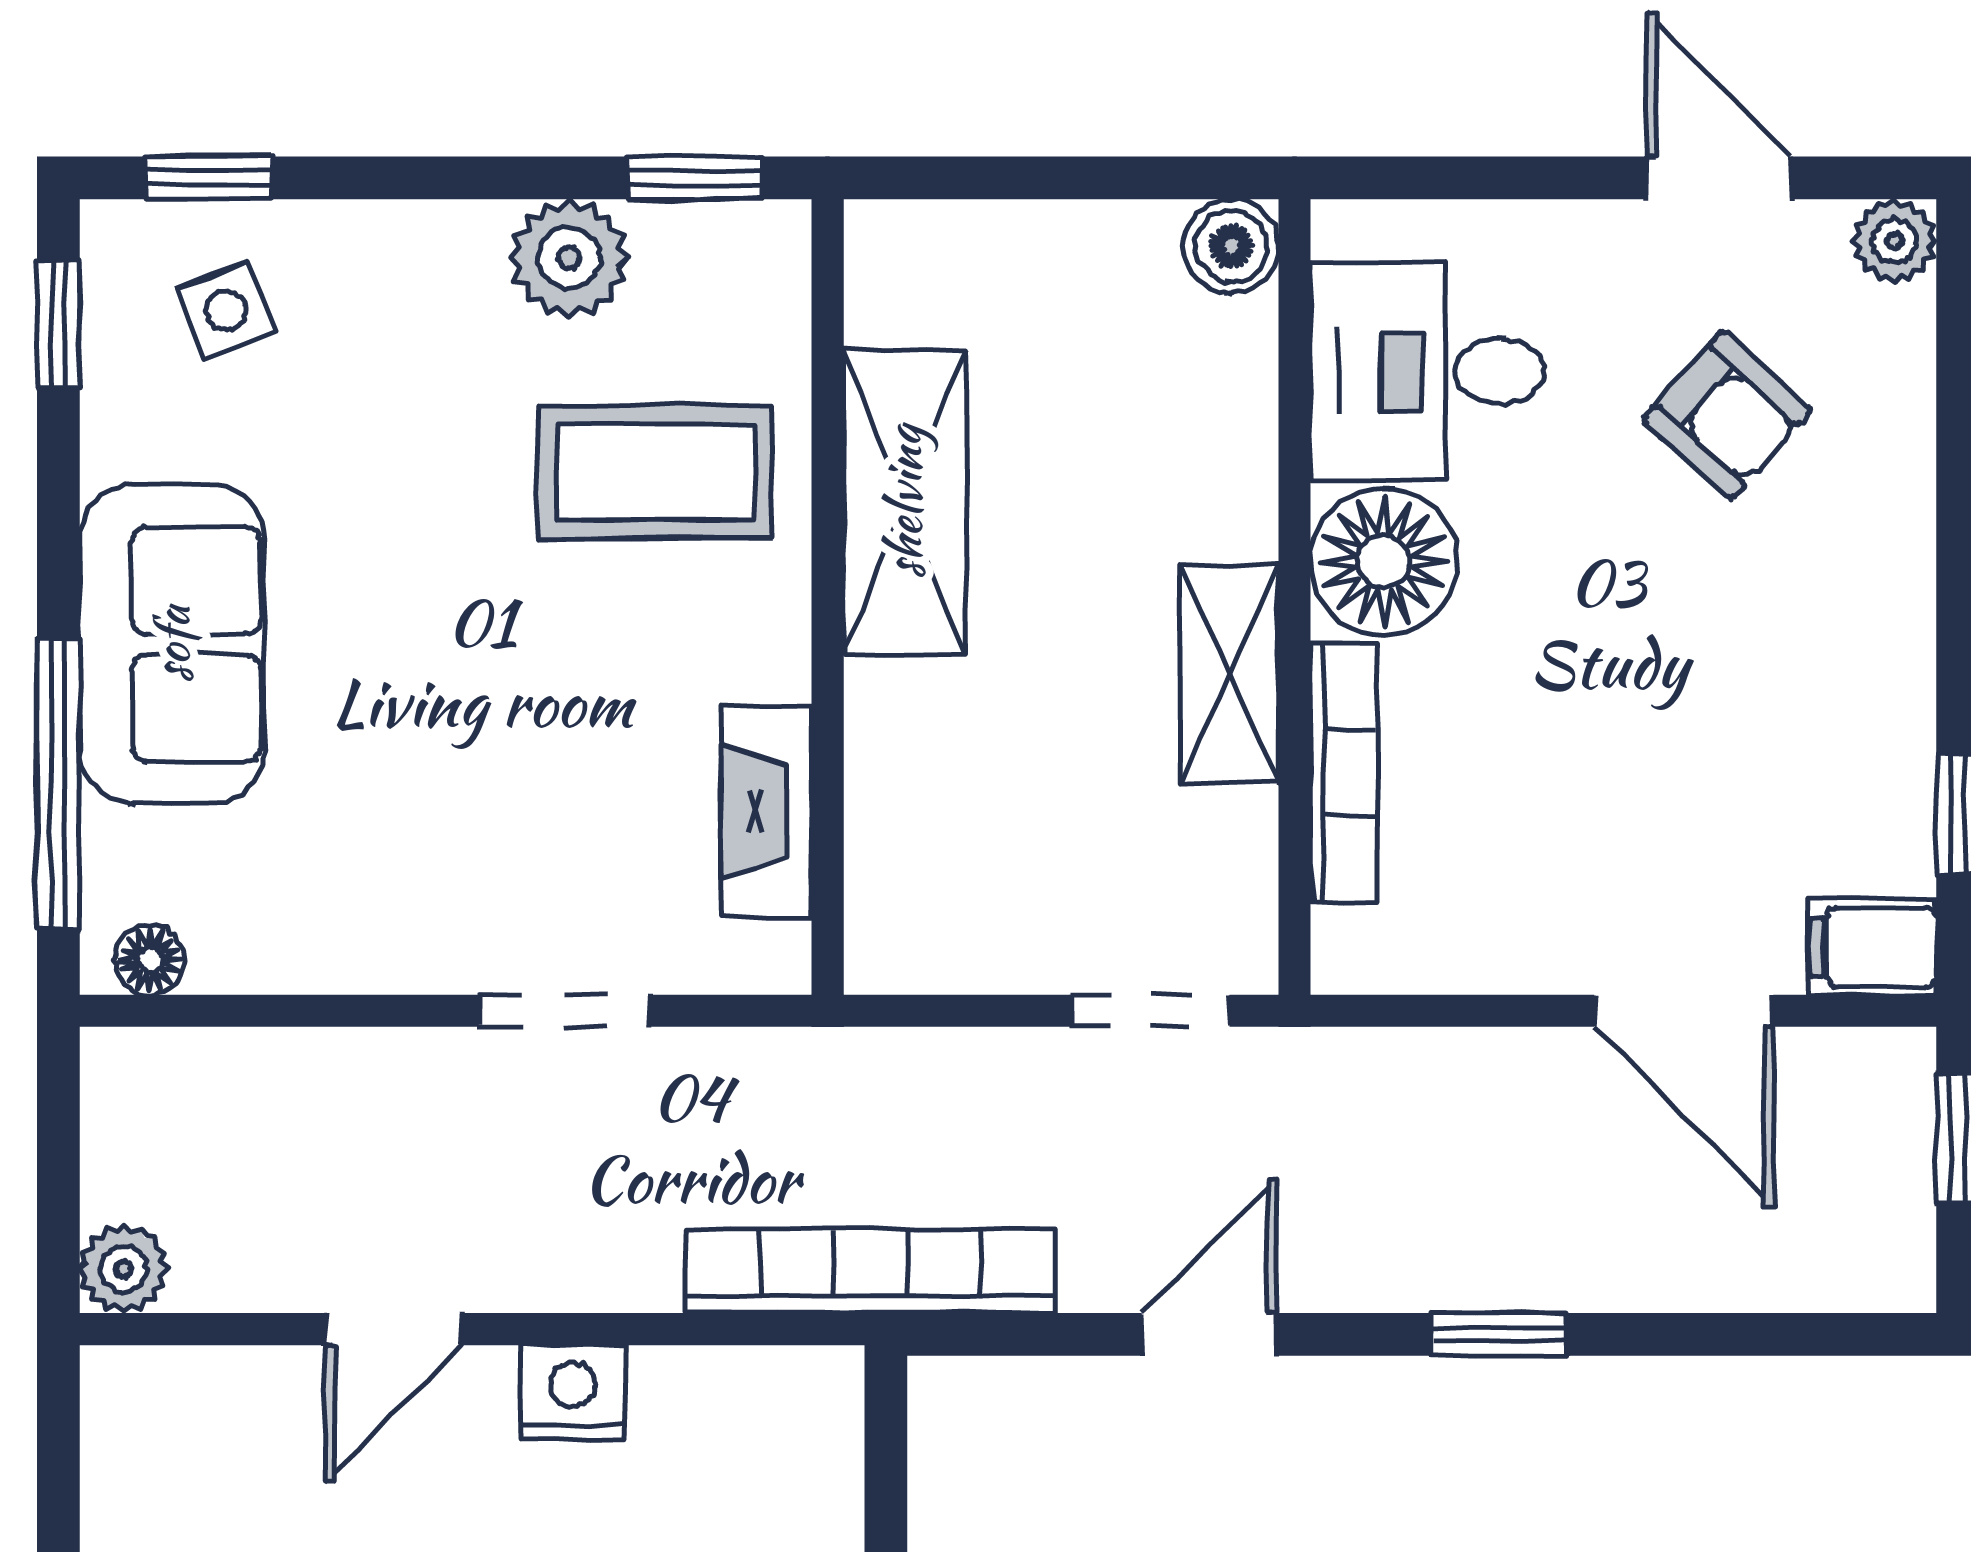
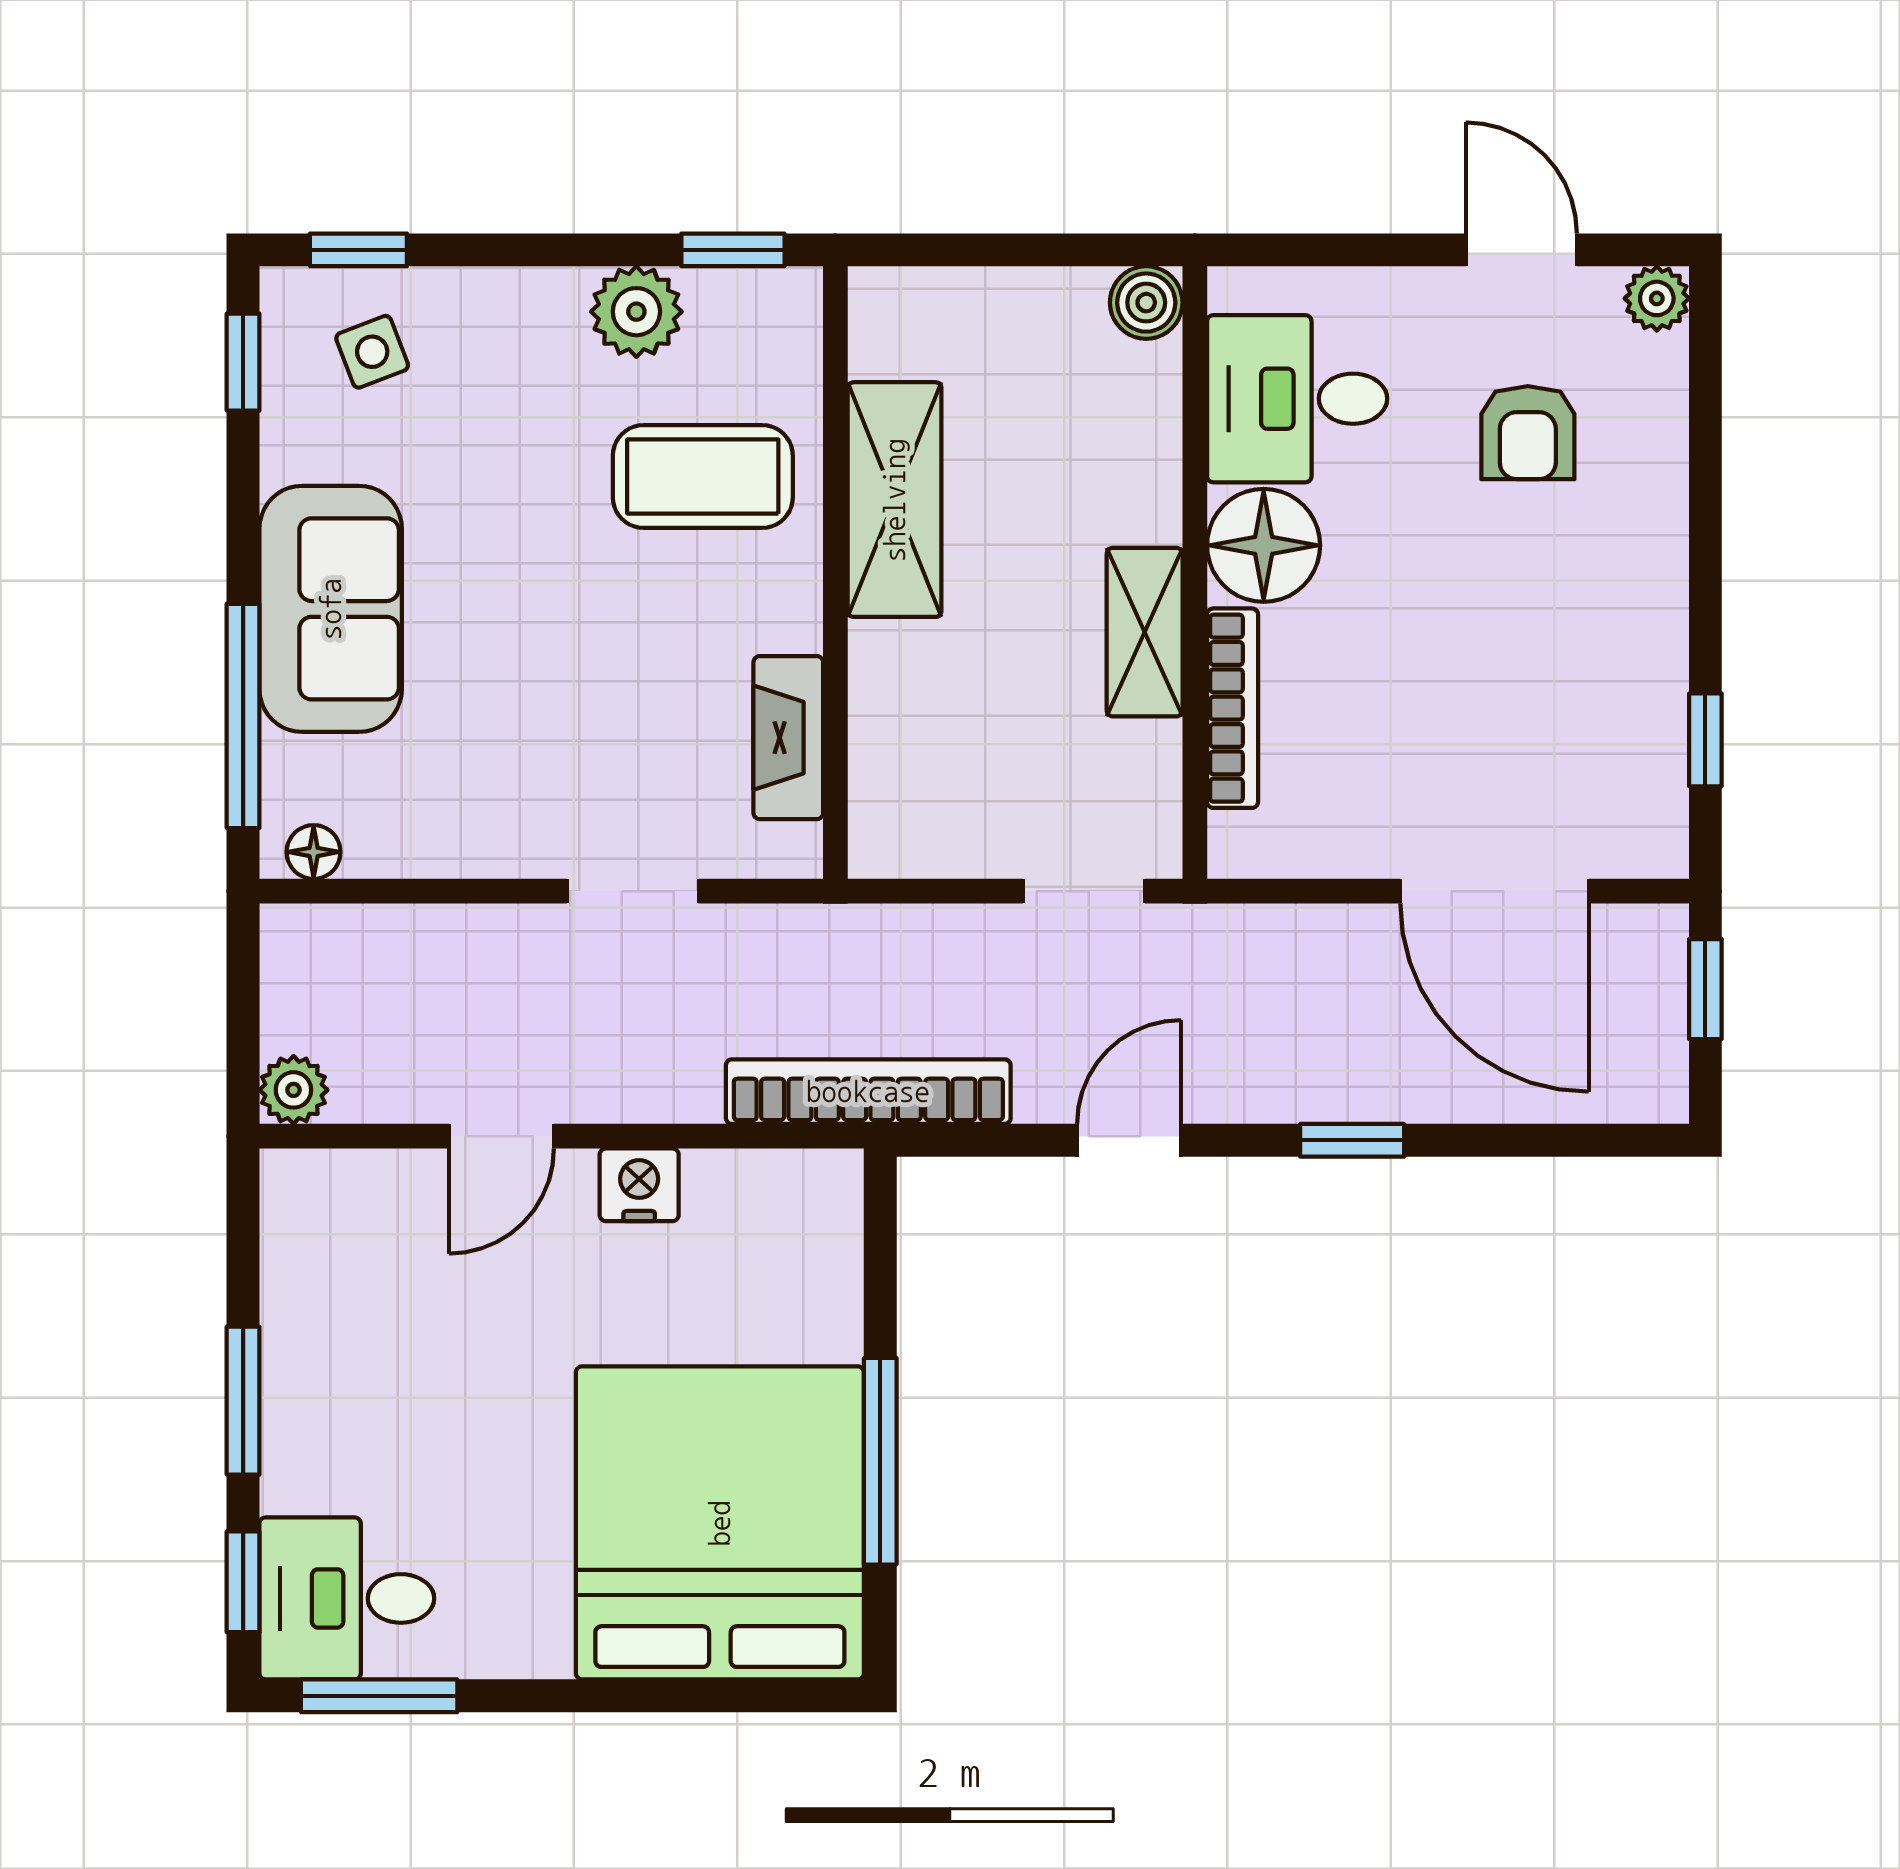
armchair: (1727, 415) -> (1528, 433), turned 48
filing cabinet: (1873, 947) -> (1640, 842), removed
door: (1684, 1011) -> (1495, 891), width x1.36

